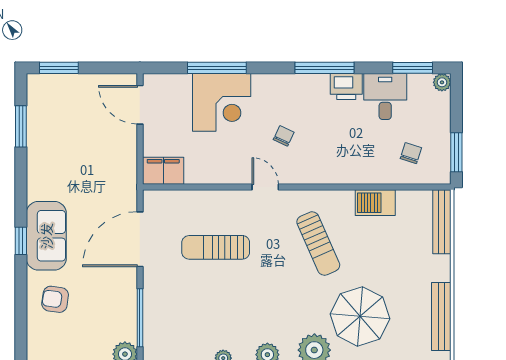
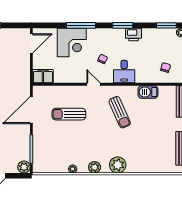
window: (217, 68) -> (81, 25), moved
window: (324, 68) -> (123, 25), width x0.69
desk: (385, 97) -> (124, 72), moved, turned 180
door: (140, 105) -> (31, 44), swing flipped
parasol: (360, 316) -> (140, 148), removed

